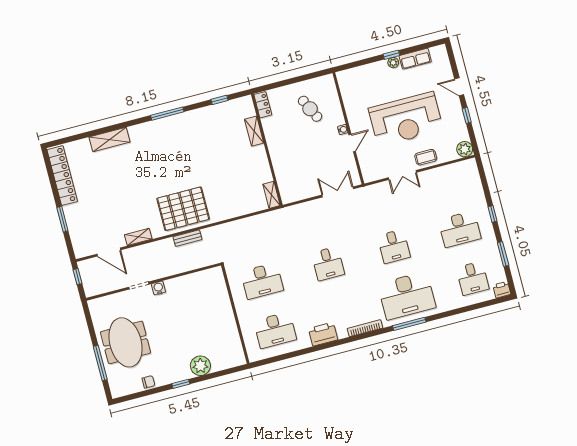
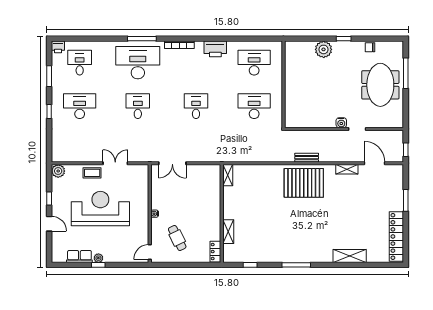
door: (352, 143) -> (150, 252), moved

